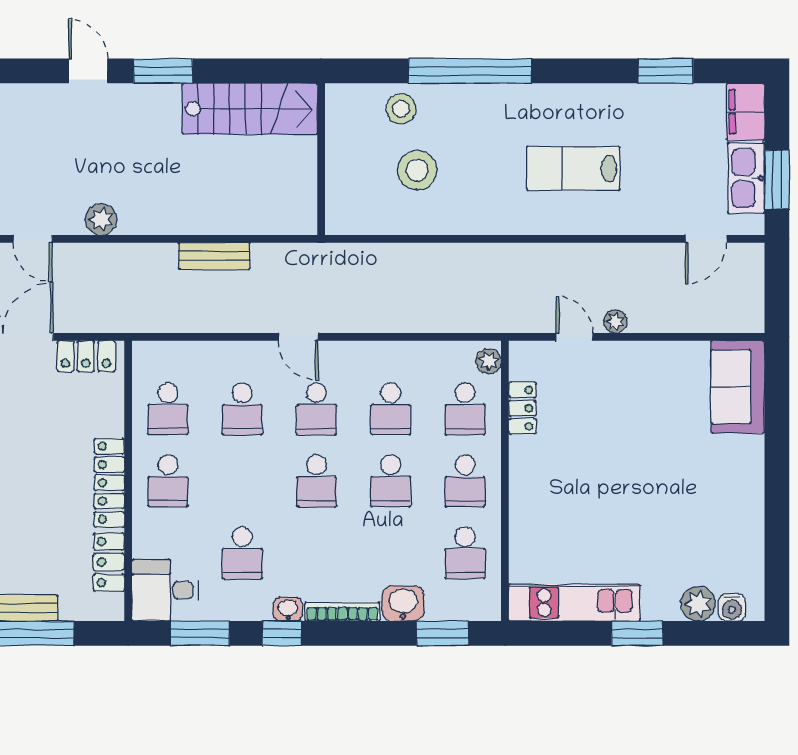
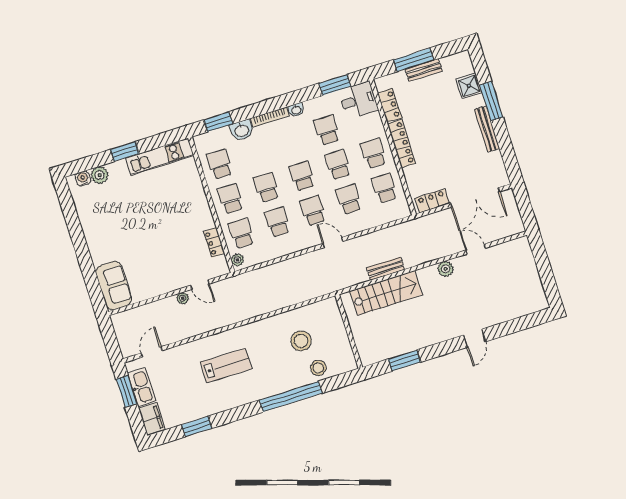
door: (88, 71) -> (474, 338), hinge flipped
window: (163, 71) -> (404, 361), moved
stairs: (250, 109) -> (386, 293), moved, turned 180
school desk: (242, 481) -> (338, 165), added
window: (282, 633) -> (295, 97), removed

